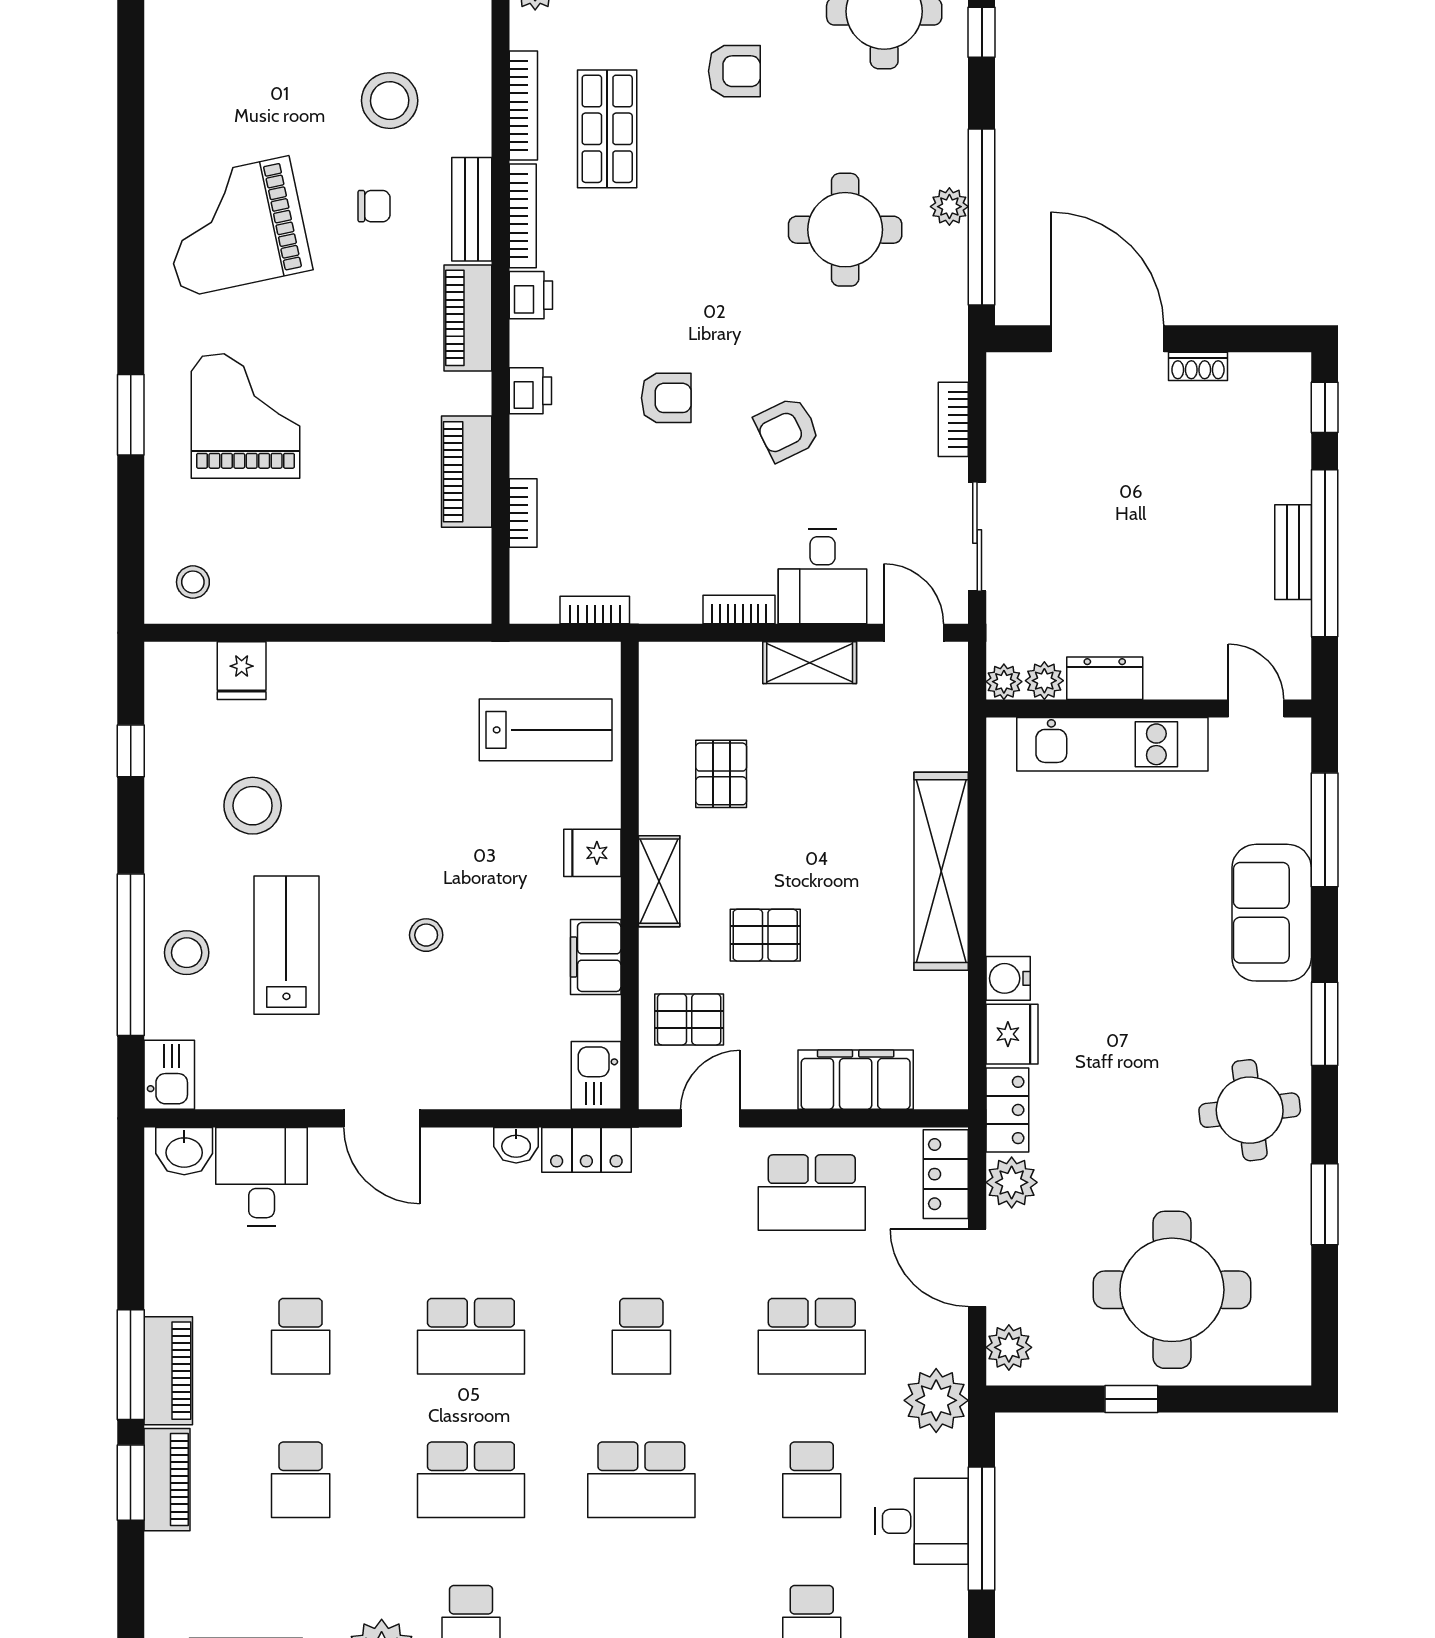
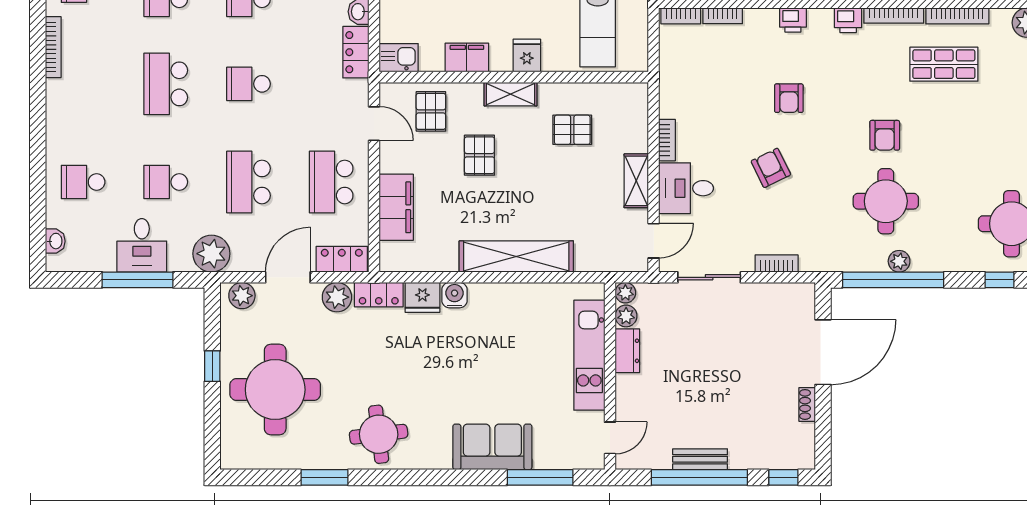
armchair: (734, 71) -> (885, 135), moved
bookcase: (595, 610) -> (681, 16), moved, turned 90
window: (1325, 1024) -> (428, 477), removed

